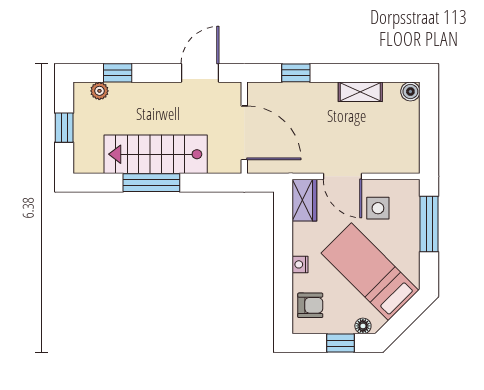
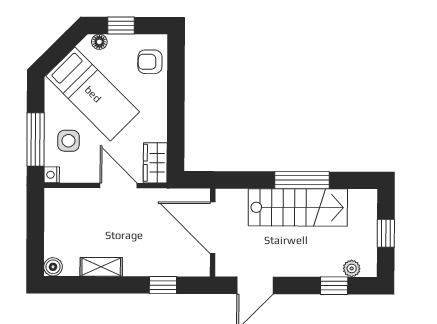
side table: (378, 208) -> (69, 141), moved
nightstand: (300, 264) -> (52, 175), moved, turned 180

